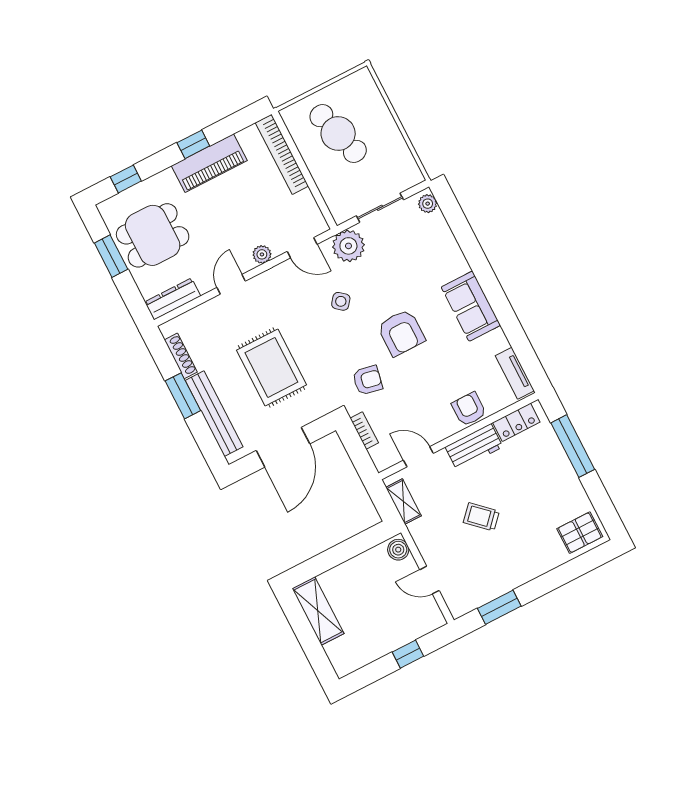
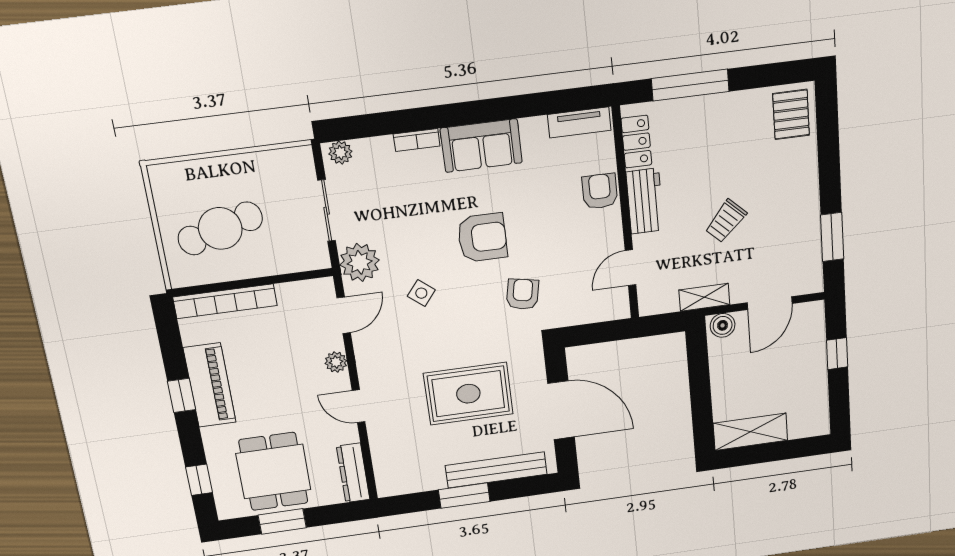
shoe rack: (181, 356) -> (420, 484), removed
armchair: (469, 409) -> (600, 191), turned 90
bookcase: (364, 431) -> (417, 140), moved, turned 180
shelving: (403, 502) -> (704, 297), moved
door: (429, 580) -> (770, 303), width x1.38

